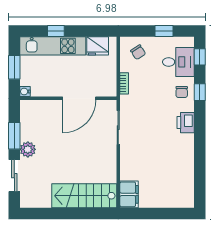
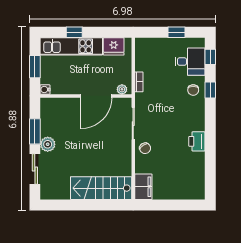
chair: (138, 52) -> (145, 148), moved
plant: (106, 91) -> (122, 89), added
printer: (186, 123) -> (197, 141), moved

